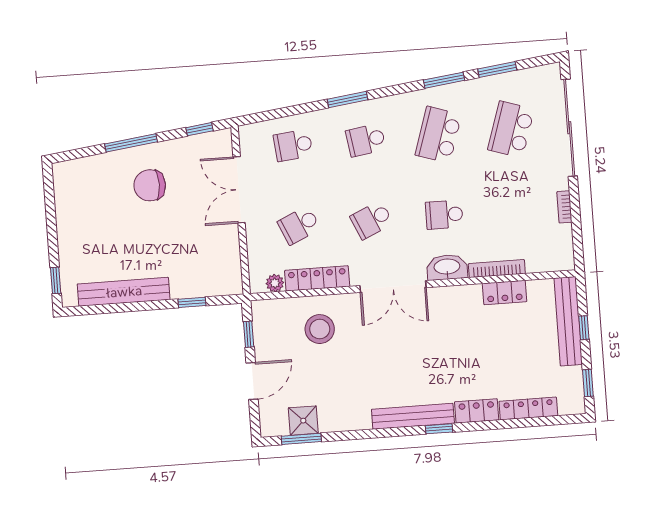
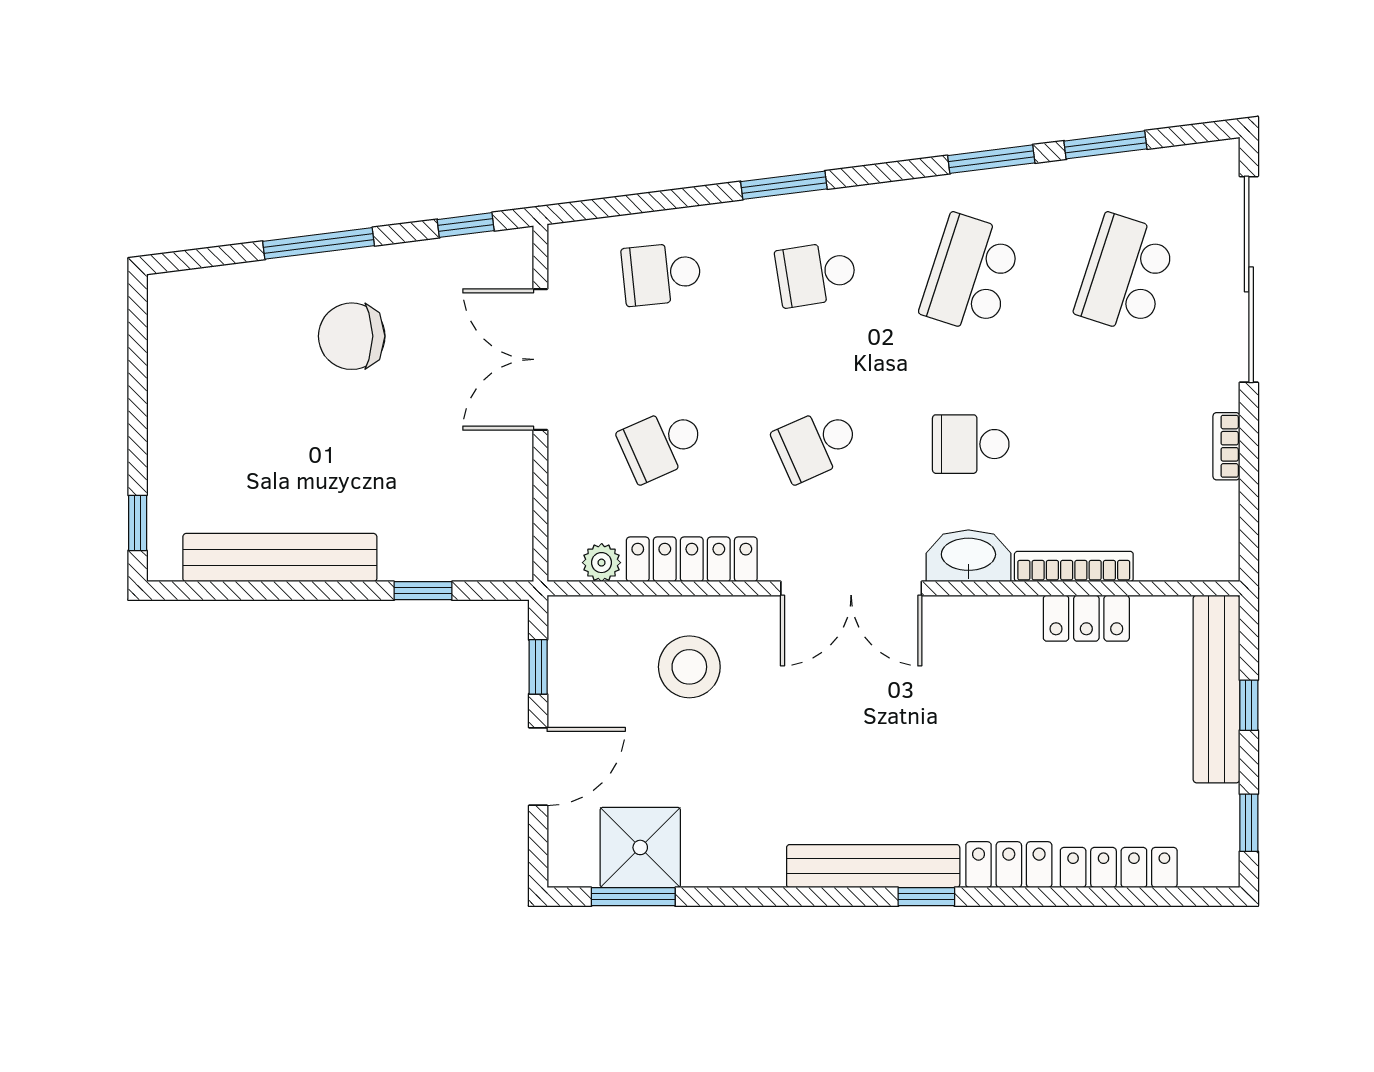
shower: (303, 421) -> (640, 847), width x1.36, depth x1.36

